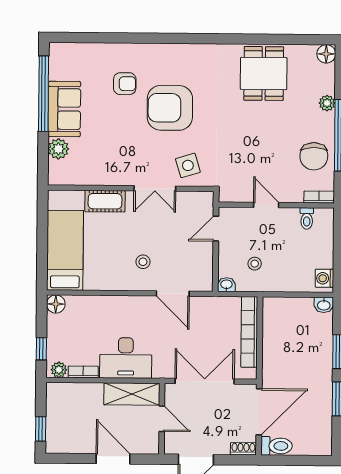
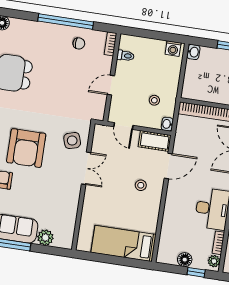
plant: (327, 103) -> (40, 28), removed
chair: (314, 156) -> (79, 43), width x0.54, depth x0.54
cot: (105, 201) -> (155, 141), moved, turned 90
floor lamp: (56, 304) -> (185, 260), moved

